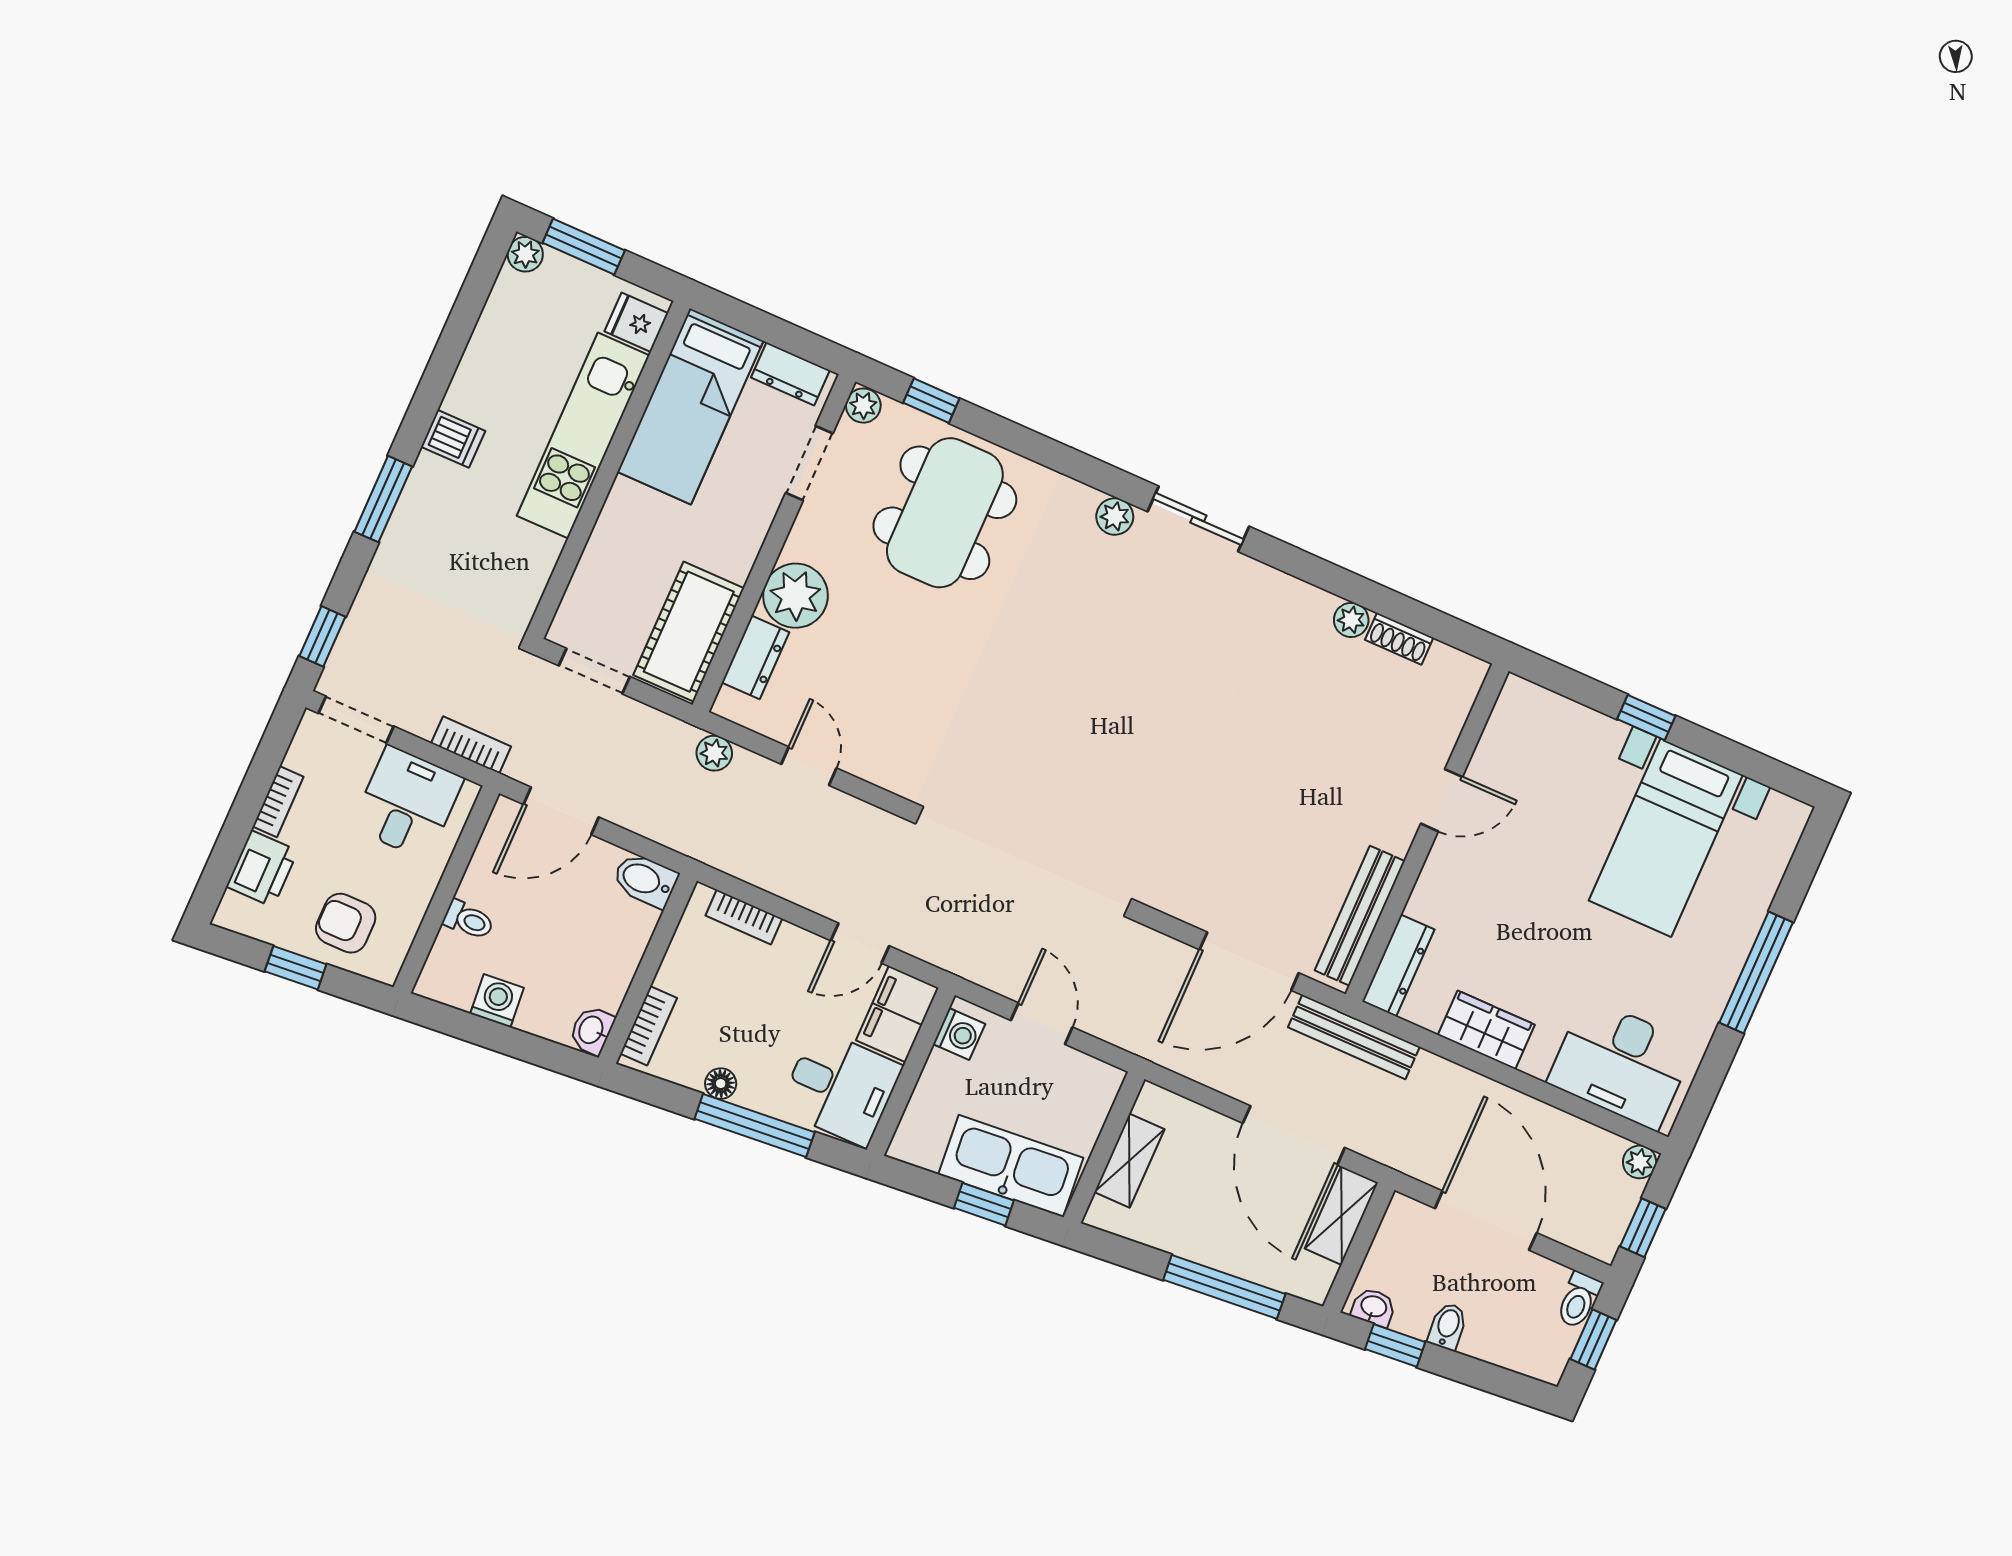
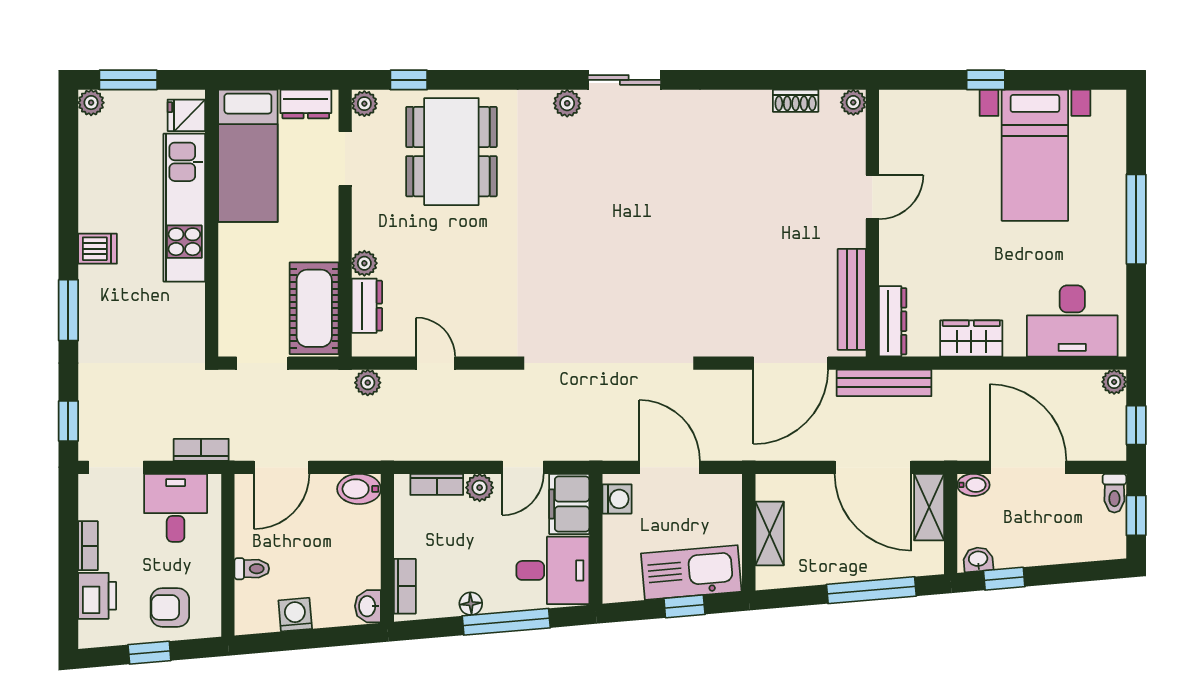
plant: (795, 596) -> (364, 263), width x0.53, depth x0.53
plant: (1351, 620) -> (853, 102), moved
plant: (795, 945) -> (480, 488), added
door: (1042, 1024) -> (670, 467), width x1.38
bidet: (1448, 1326) -> (973, 485), moved, turned 95

